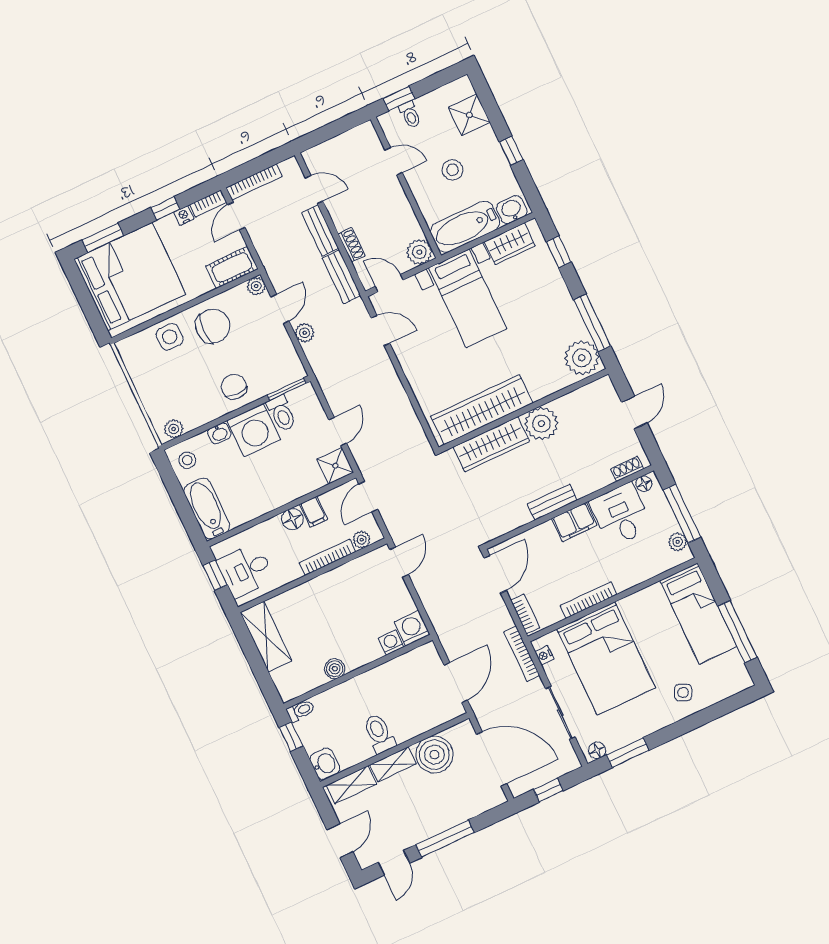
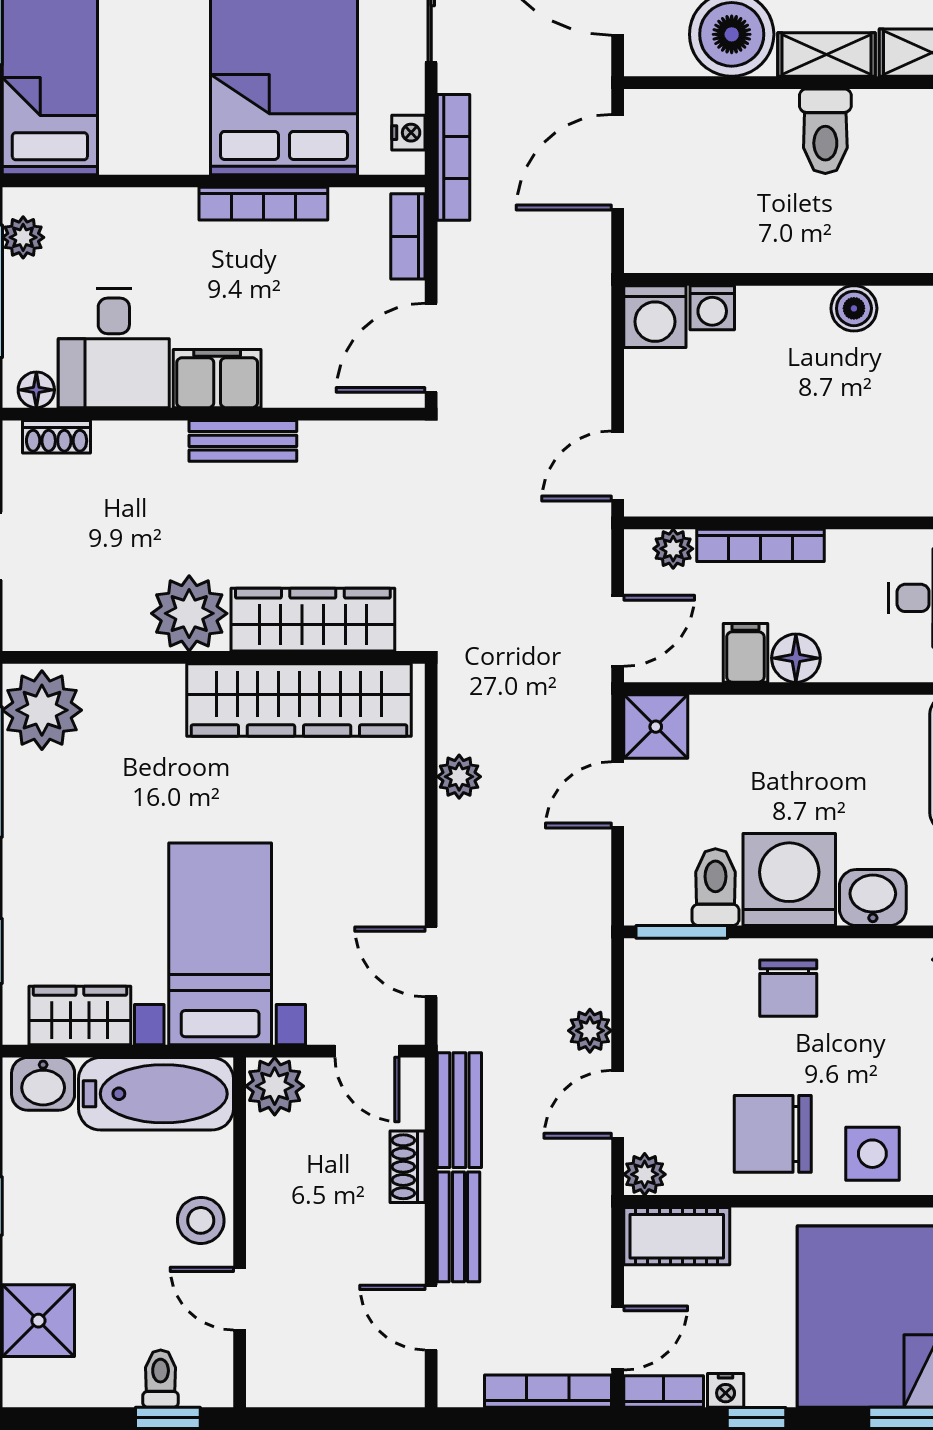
stool: (453, 170) -> (201, 1220), moved
plant: (404, 409) -> (459, 777), added
washbasin: (219, 433) -> (873, 898), width x1.38, depth x1.45

